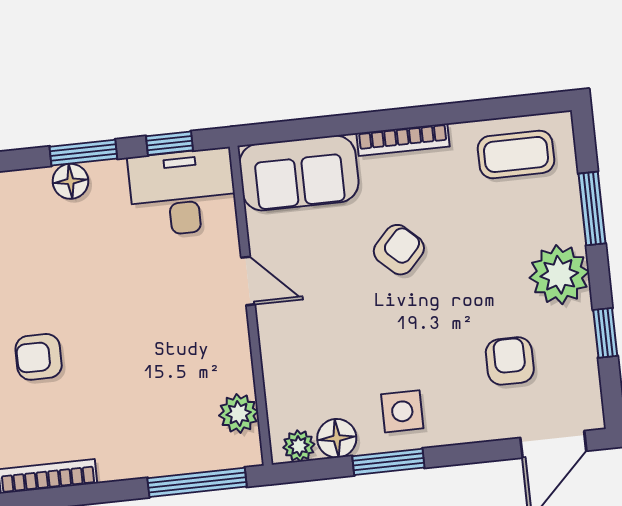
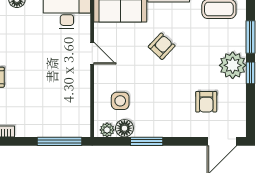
window: (605, 333) -> (251, 73), moved
armchair: (510, 361) -> (206, 102), turned 180
side table: (402, 411) -> (120, 101), moved
plant: (239, 414) -> (81, 112), removed

